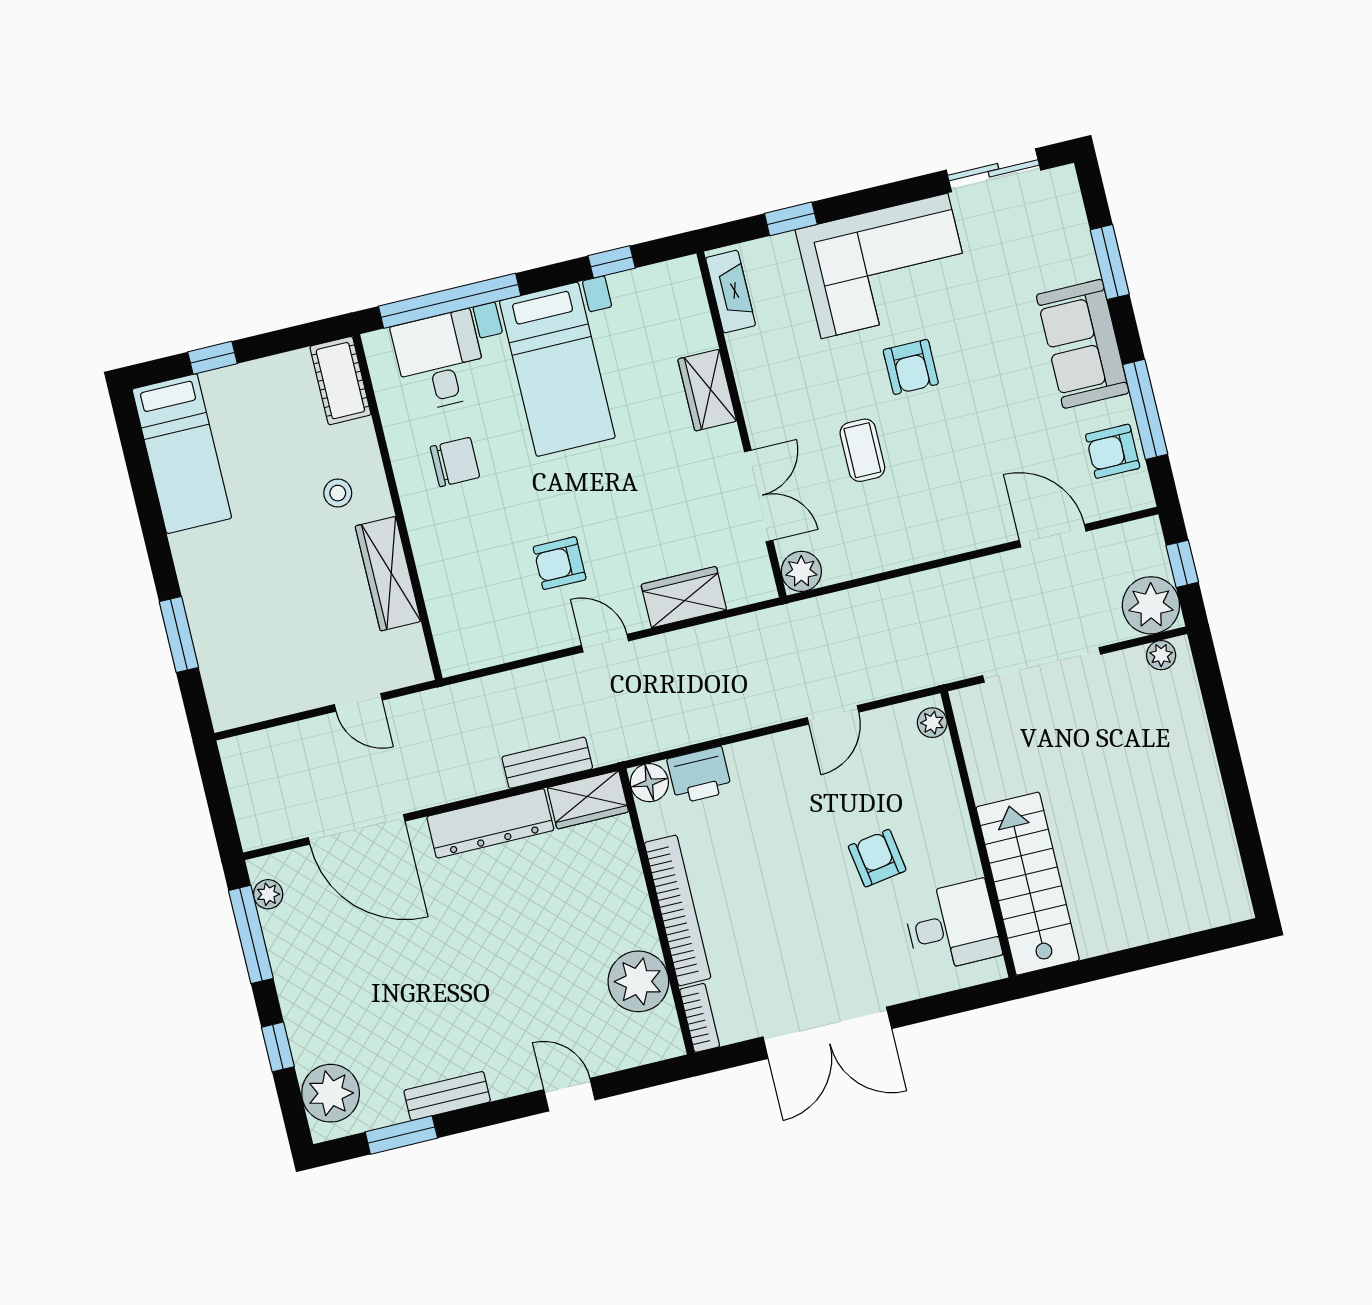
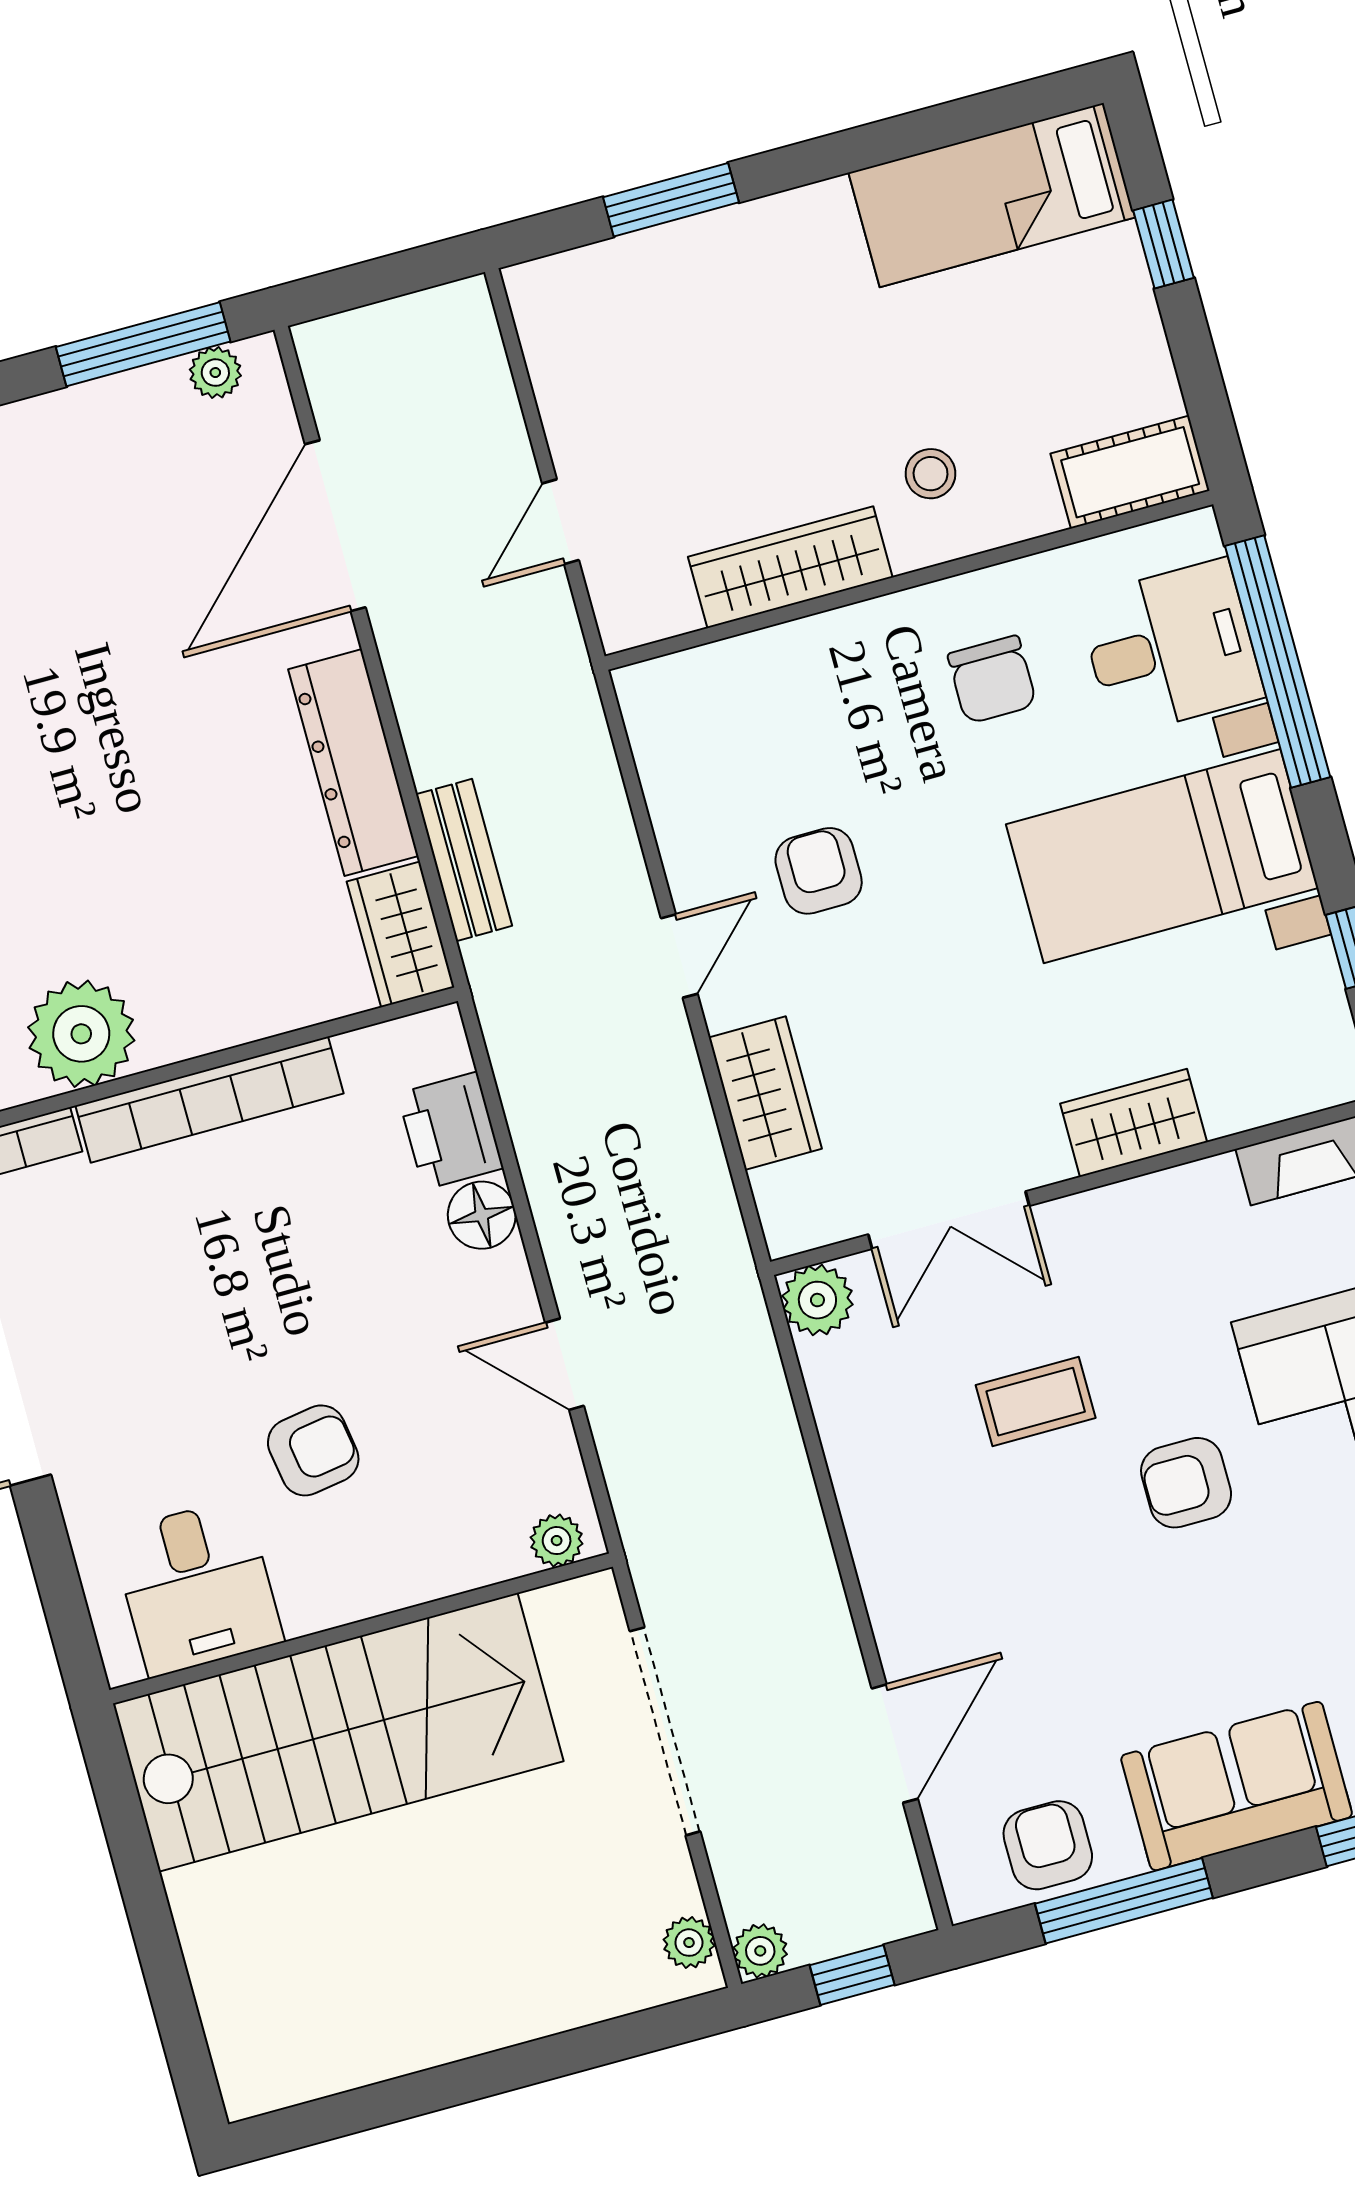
plant: (1151, 605) -> (760, 1951), width x0.53, depth x0.53
floor lamp: (649, 783) -> (482, 1215), moved
stairs: (1028, 884) -> (338, 1732), width x1.36, depth x1.51

